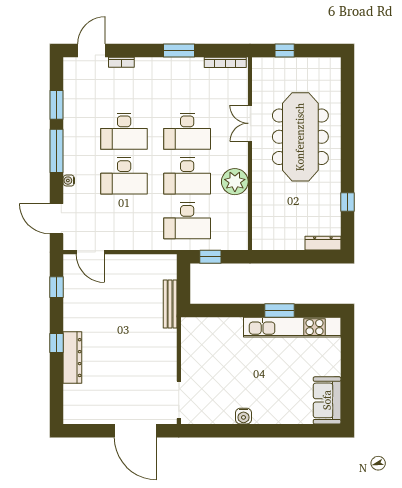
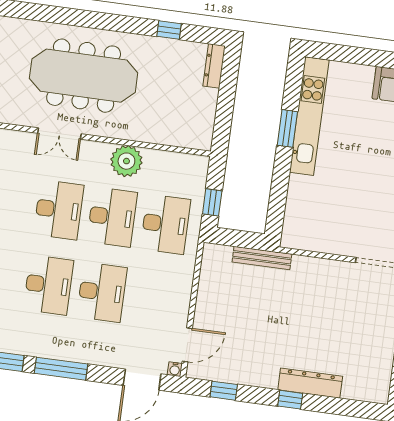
water cooler: (69, 181) -> (175, 369), moved

